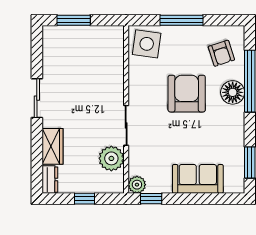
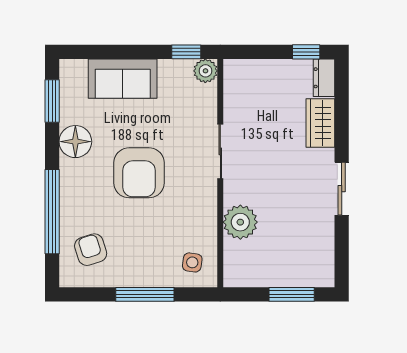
side table: (147, 44) -> (192, 262), width x0.54, depth x0.54
floor lamp: (233, 92) -> (75, 142), moved
armchair: (187, 94) -> (139, 173), moved
plant: (111, 158) -> (240, 222), moved
window: (85, 199) -> (306, 52), moved

